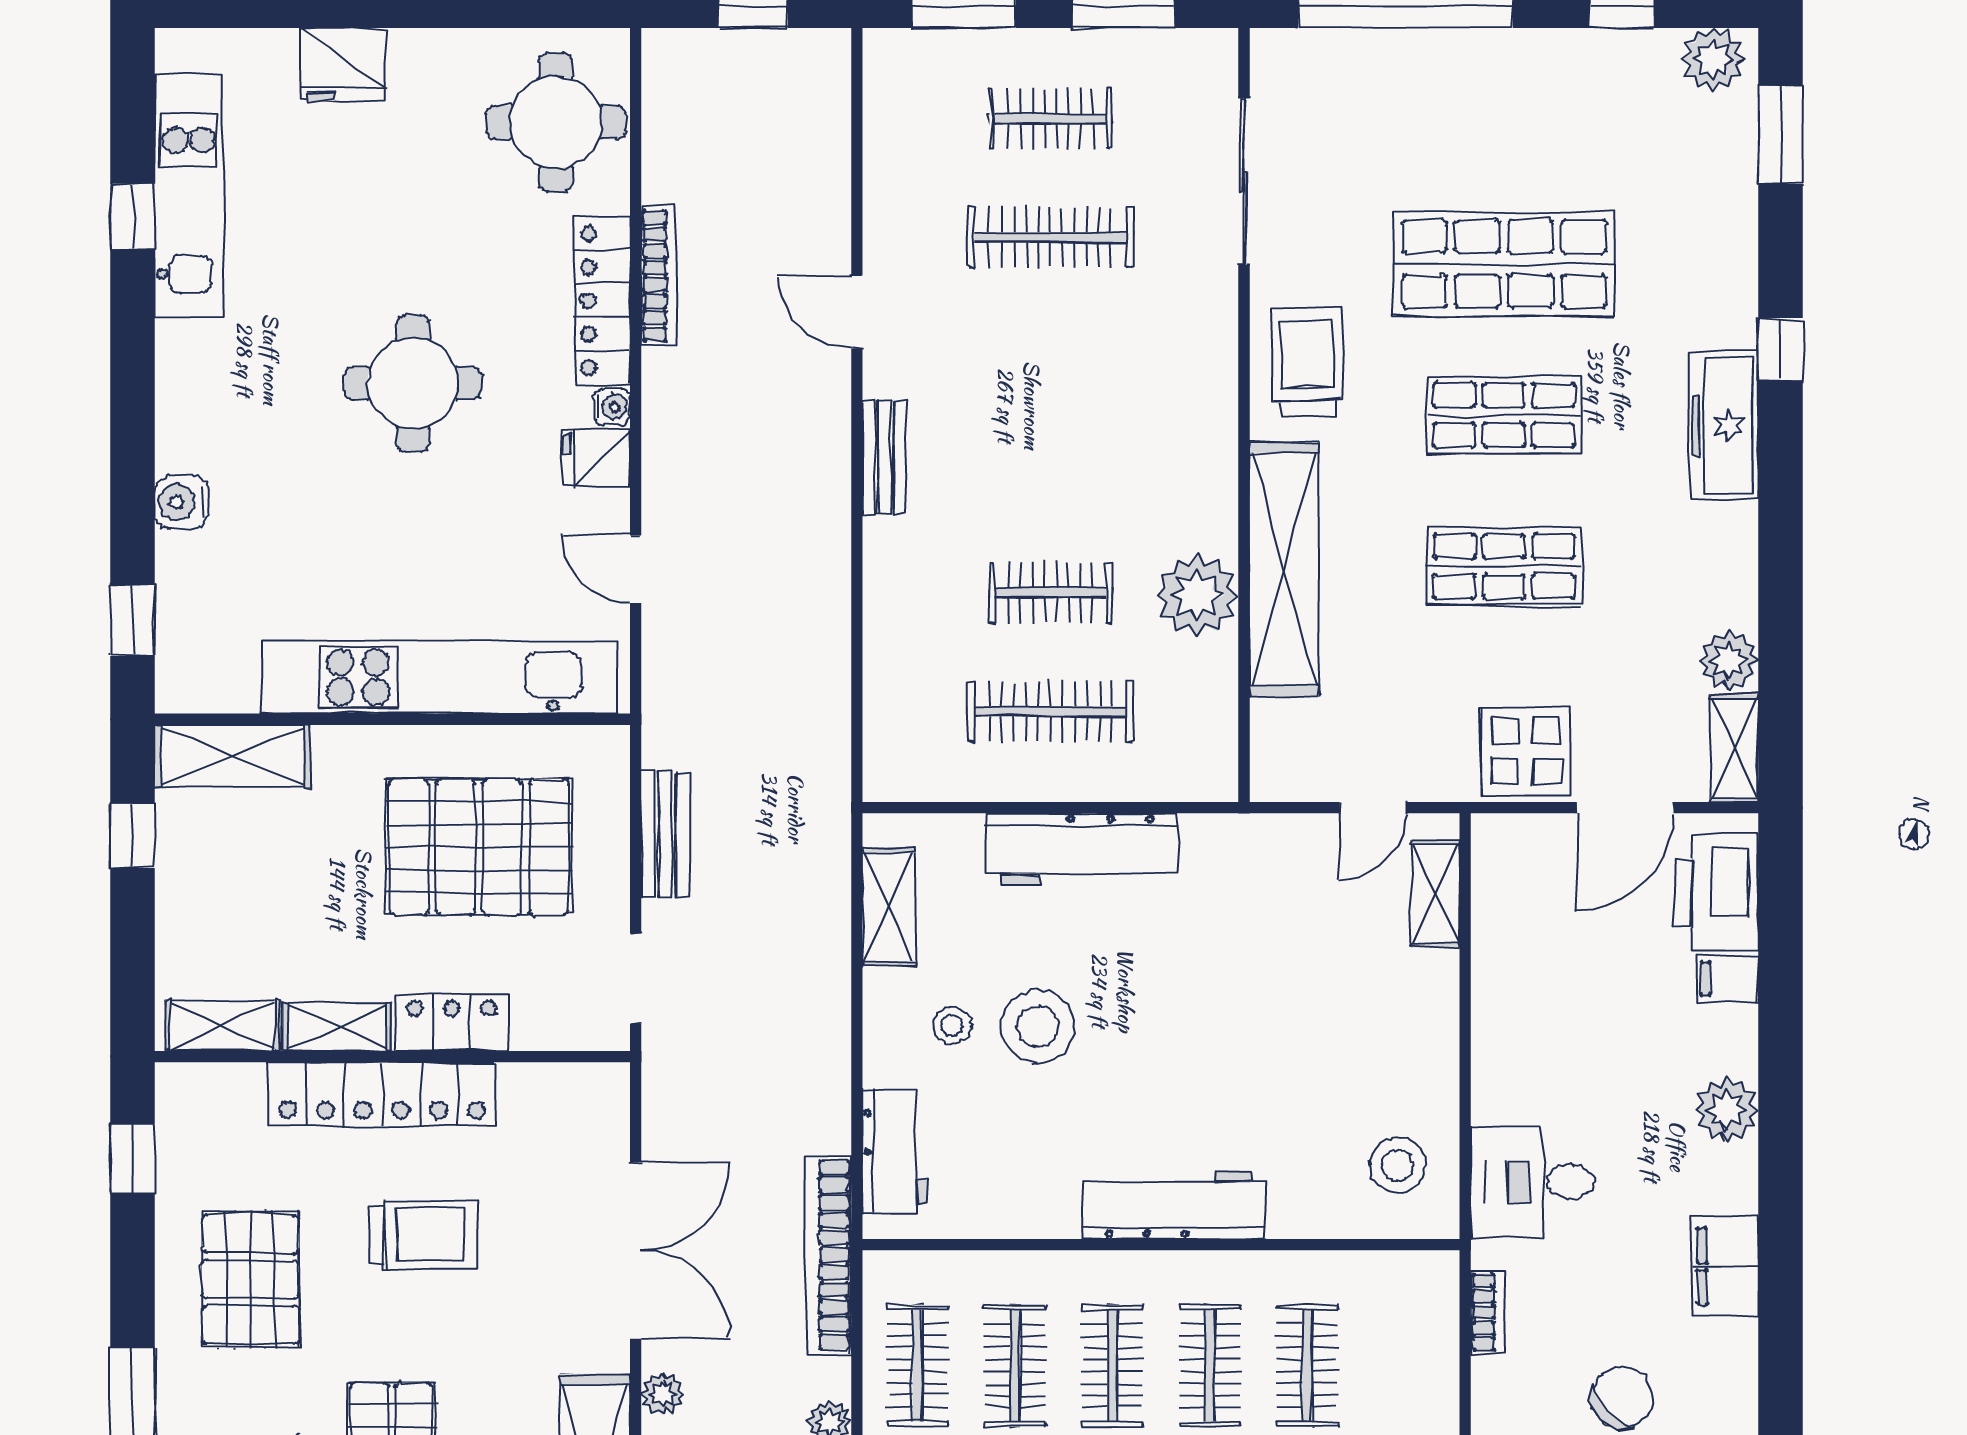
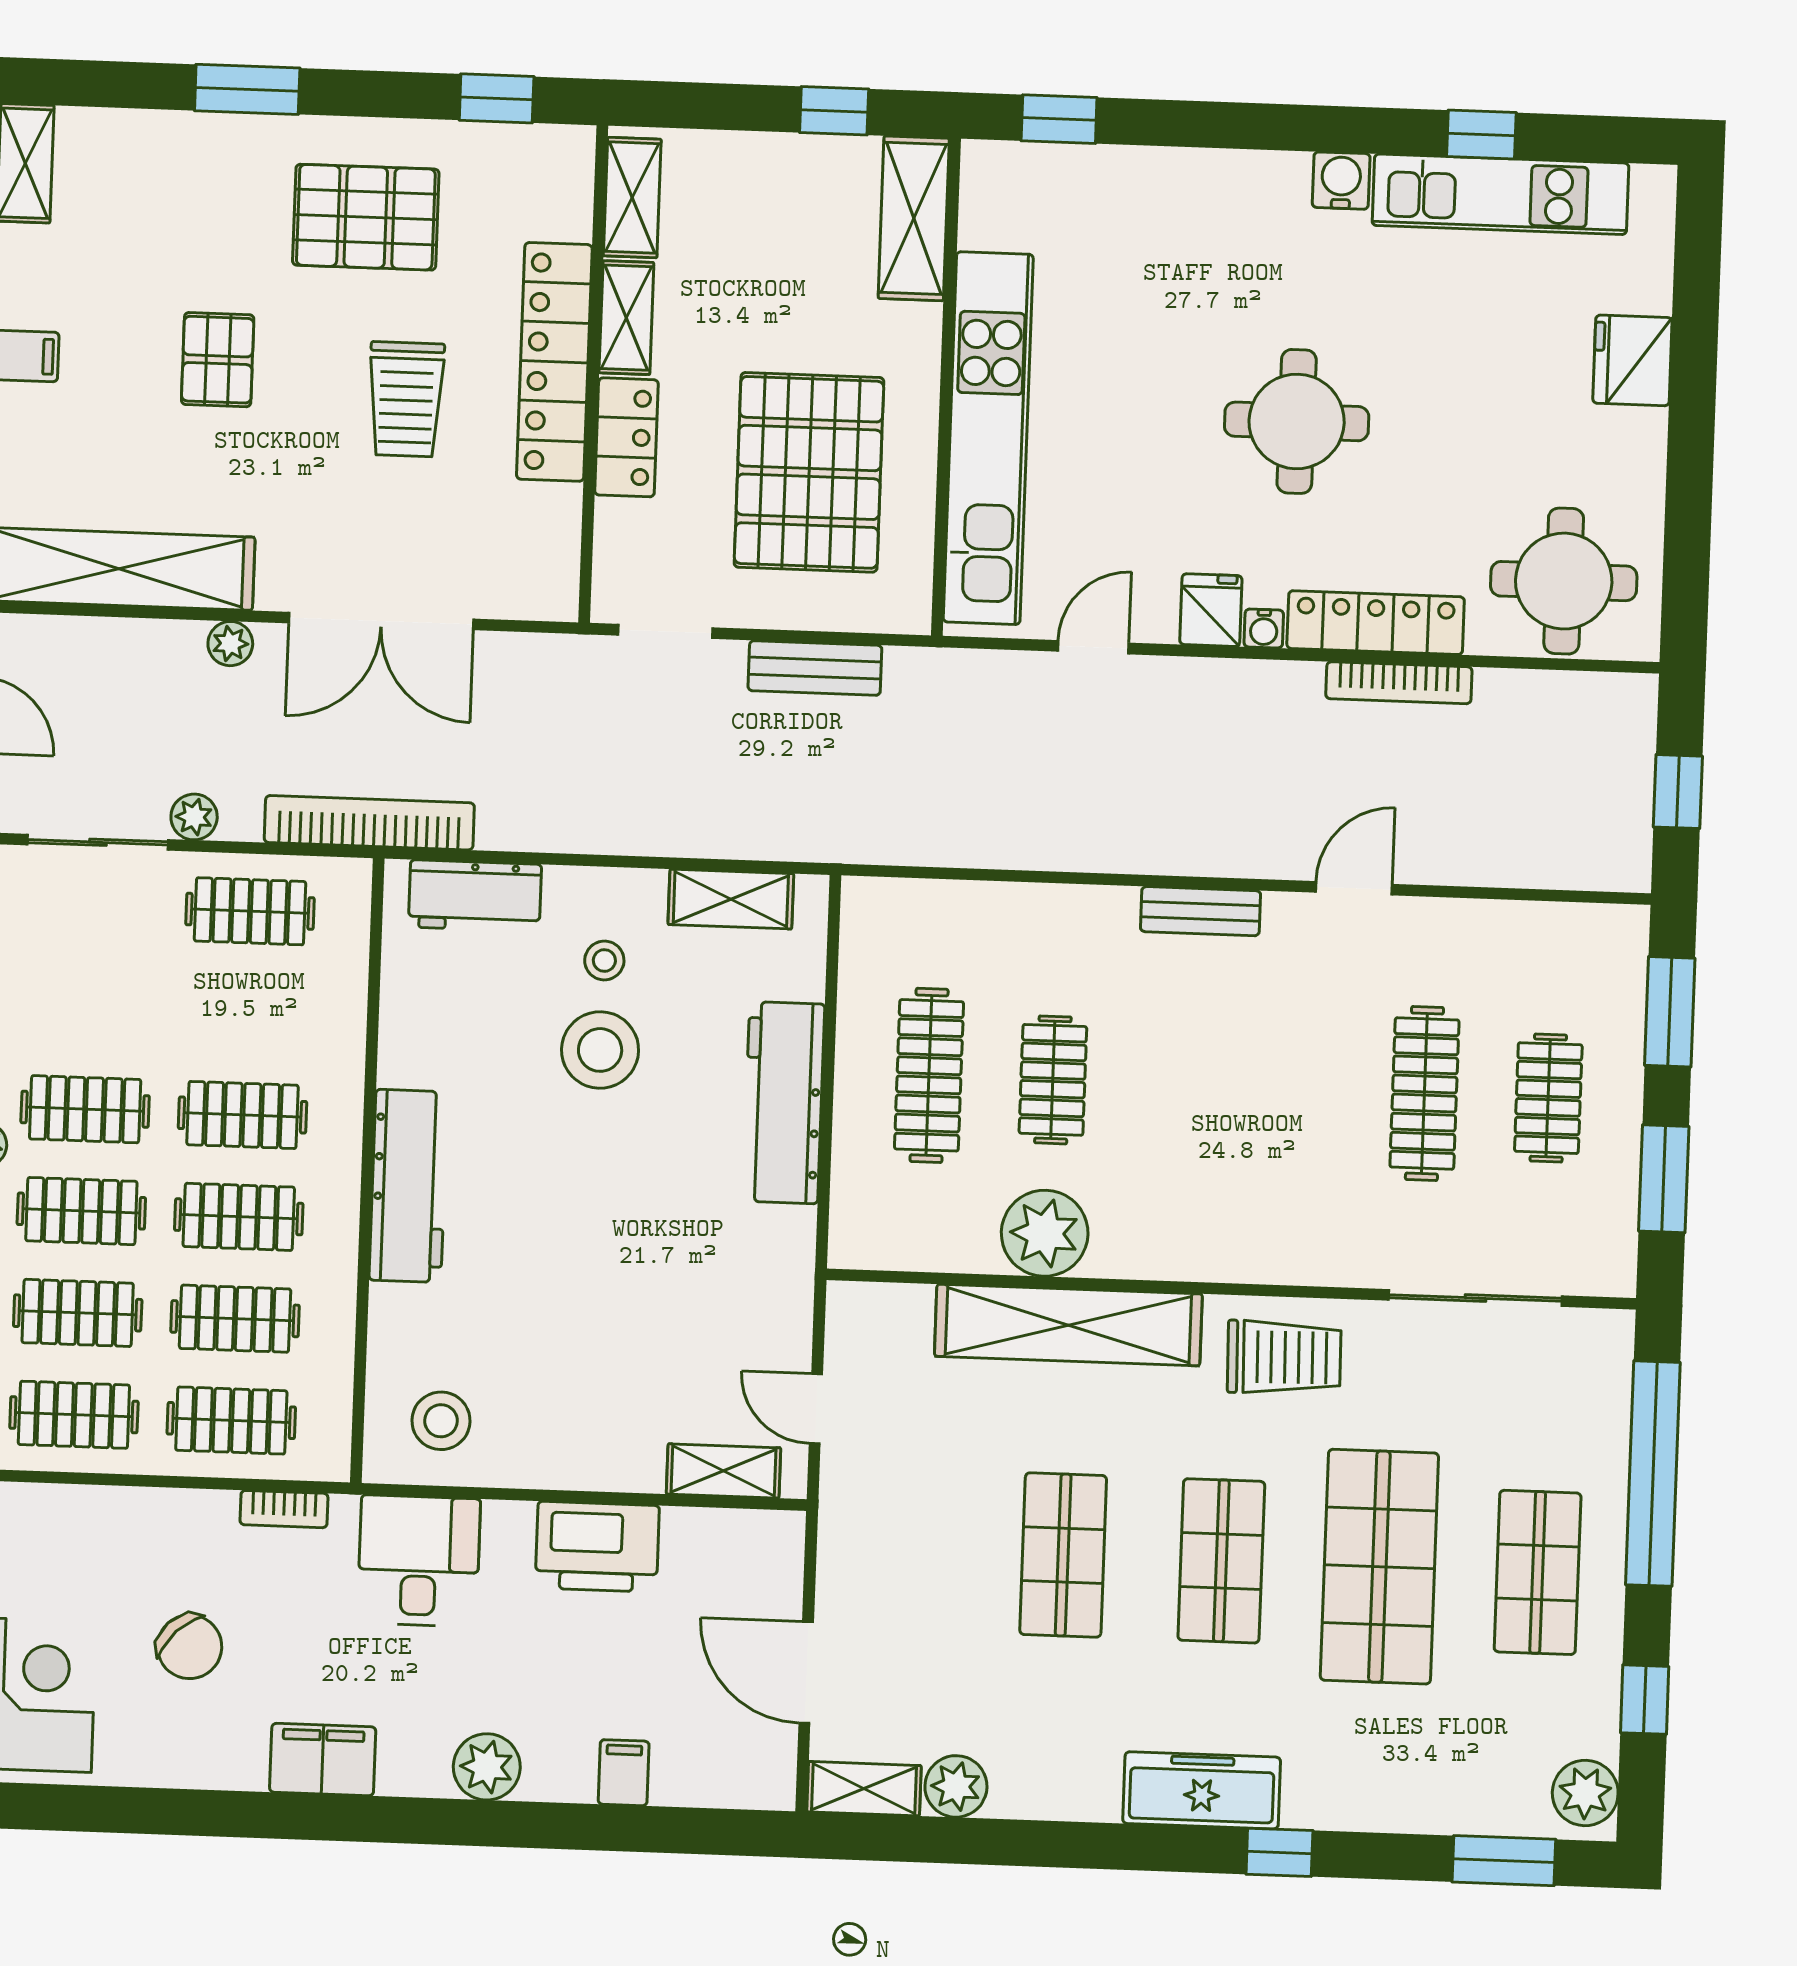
shop shelf: (1504, 113) -> (1538, 1572), added
water cooler: (181, 502) -> (1341, 181), moved
display table: (1526, 751) -> (869, 1571), removed
printer: (1717, 893) -> (597, 1547), moved, turned 180
clothes rail: (1015, 1366) -> (231, 1421), moved

